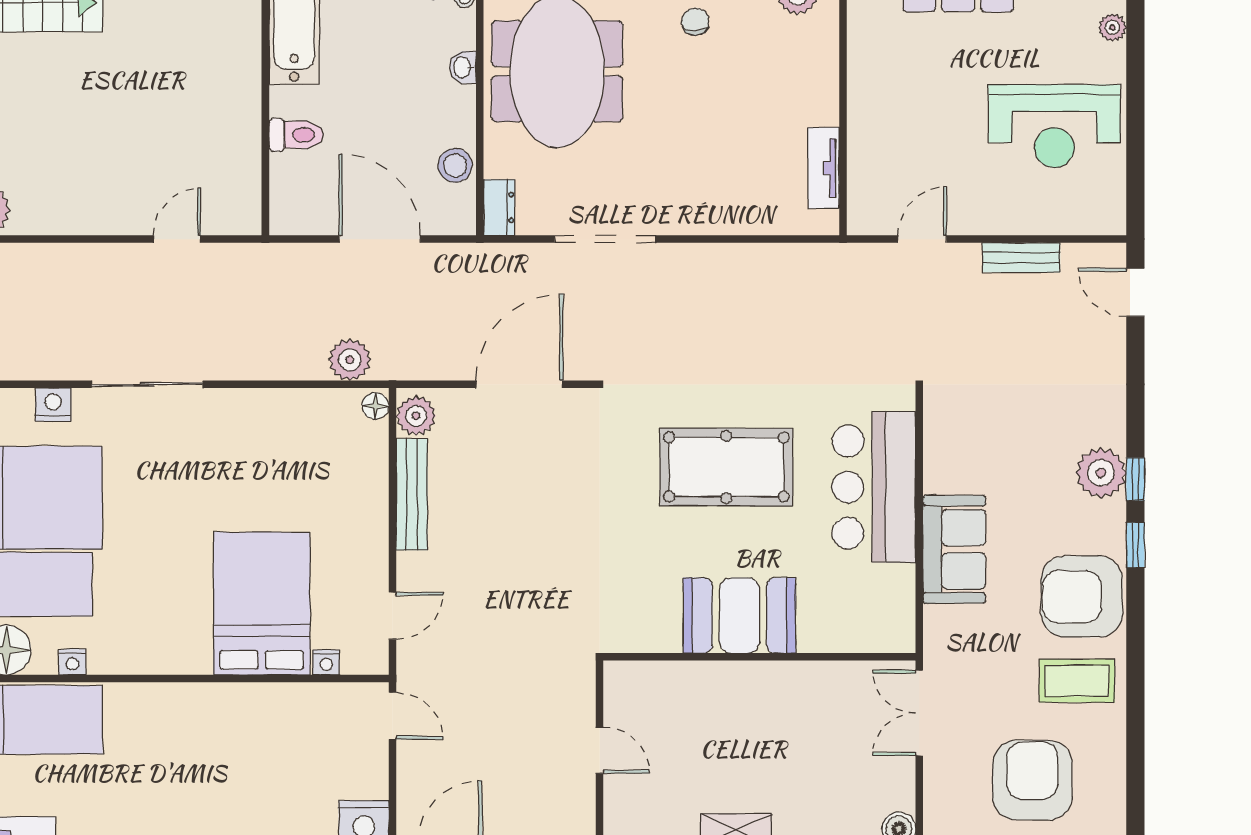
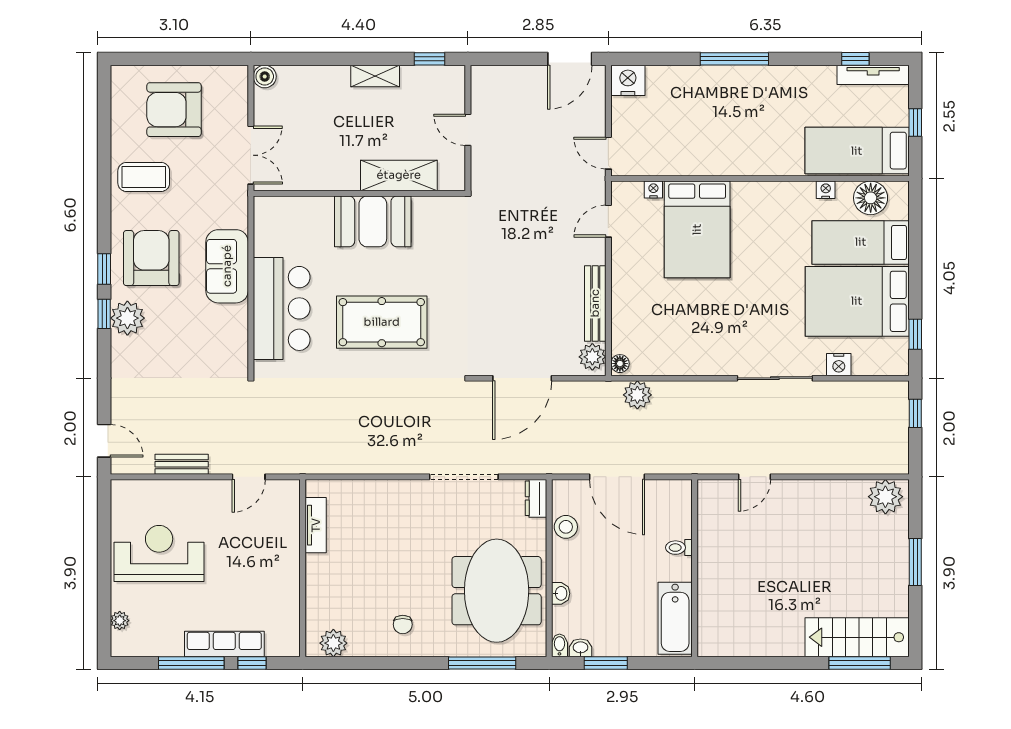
toilet: (296, 135) -> (679, 548), width x0.73, depth x0.72
armchair: (1082, 597) -> (151, 258), moved, turned -90
shelving: (701, 683) -> (399, 175), added
armchair: (1032, 780) -> (174, 110), turned 90

